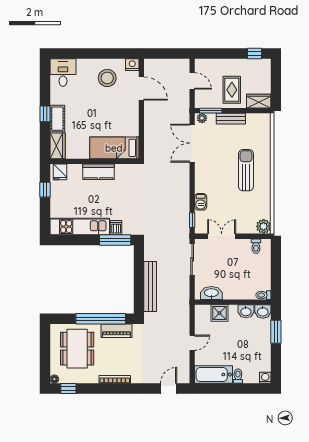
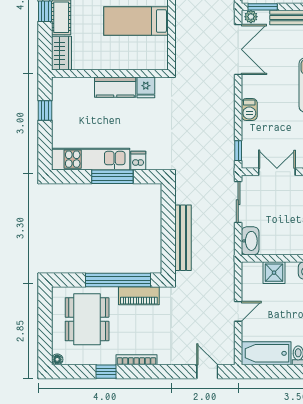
double door: (192, 143) -> (238, 49), swing flipped
bed: (114, 148) -> (136, 21), moved
fridge: (60, 172) -> (146, 87), moved
barbecue: (201, 202) -> (249, 110), moved
window: (115, 240) -> (112, 177), moved
washbasin: (211, 293) -> (250, 241), moved, turned 90
window: (68, 388) -> (106, 372), moved
door: (169, 388) -> (207, 372), hinge flipped

